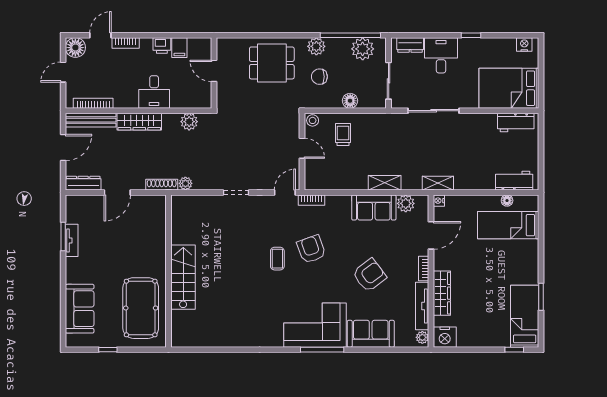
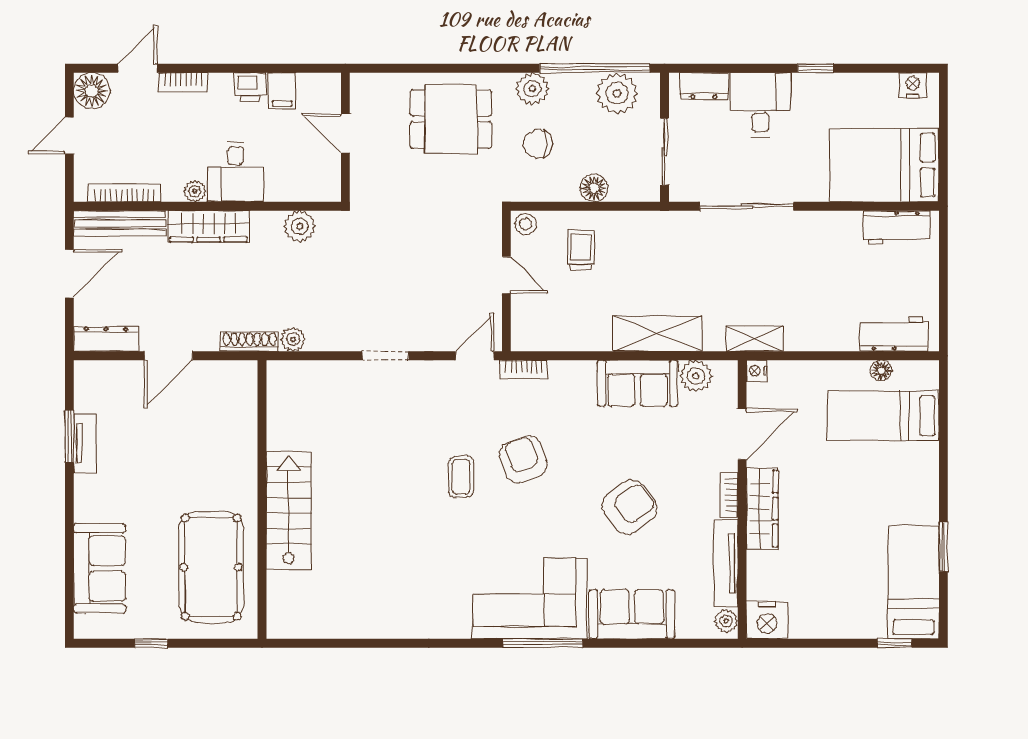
plant: (132, 102) -> (195, 191), added
shelving: (385, 183) -> (657, 334), width x1.50, depth x1.33
wardrobe: (442, 293) -> (762, 509), moved

